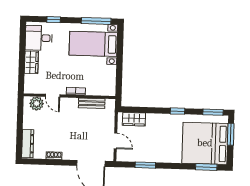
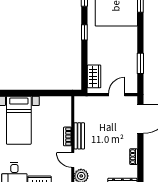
door: (53, 96) -> (73, 160), swing flipped
bench: (92, 103) -> (79, 136), moved

